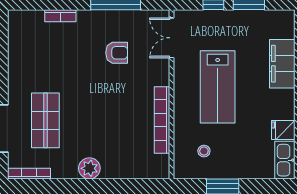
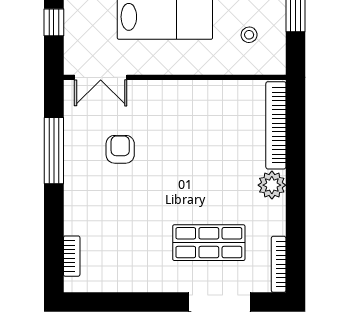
bookcase: (60, 16) -> (72, 256), moved
bookcase: (162, 120) -> (276, 125), moved, turned 90

